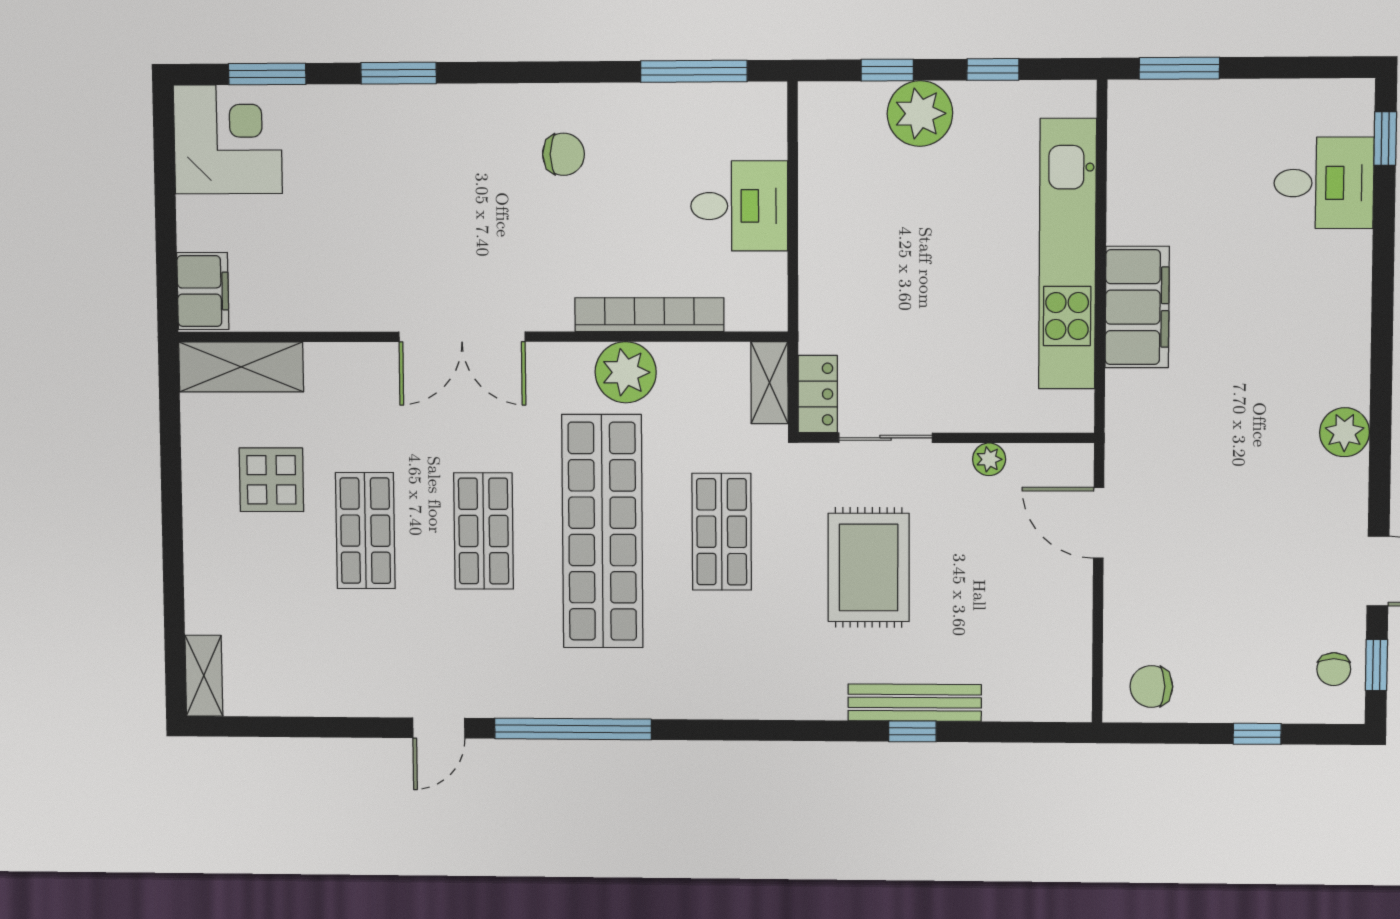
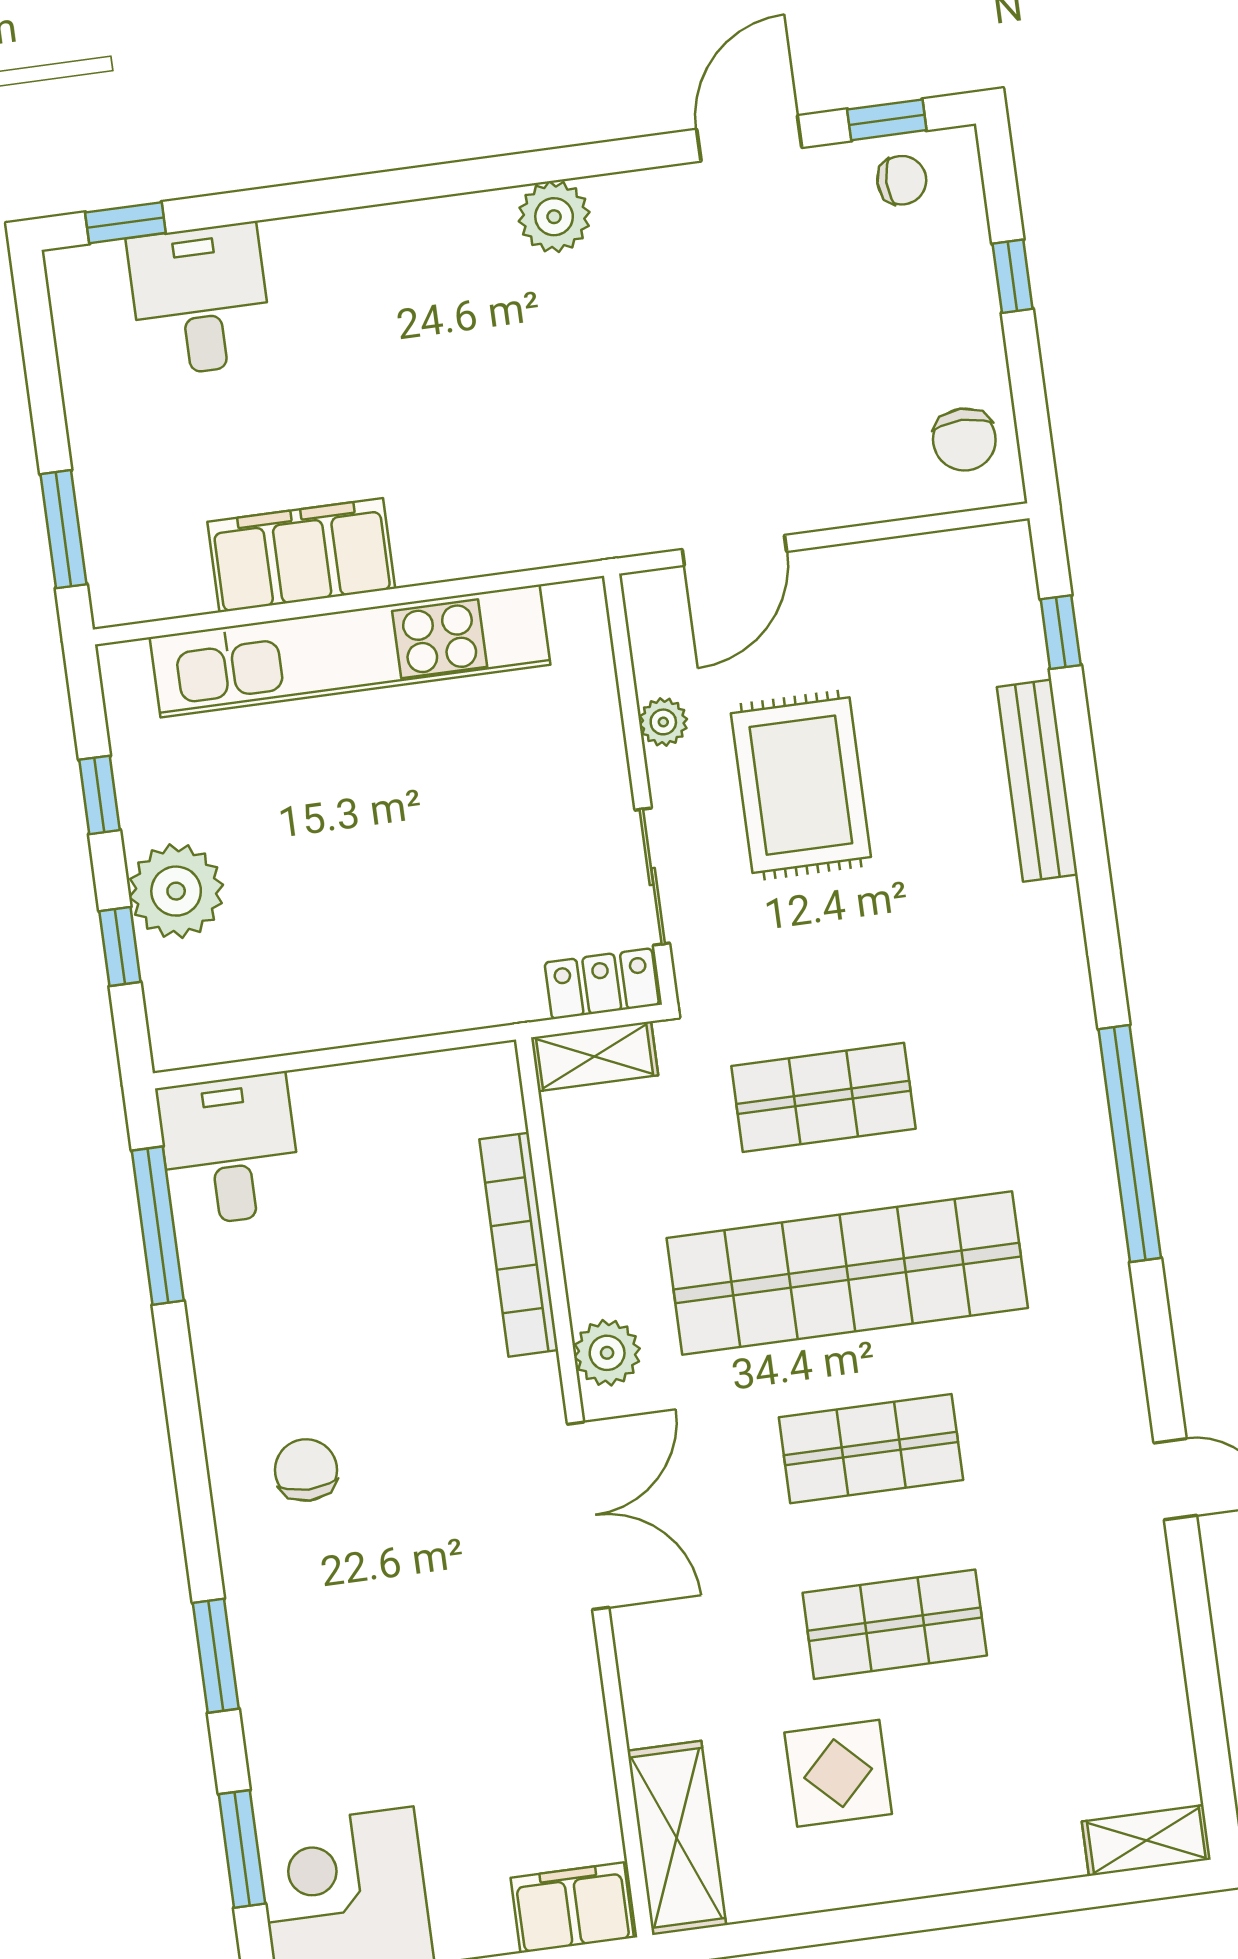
chair: (563, 154) -> (306, 1470), moved
desk: (739, 206) -> (229, 1150), moved
filing cabinet: (1137, 307) -> (301, 555), moved
plant: (626, 372) -> (607, 1353), moved, width x0.73, depth x0.73
rug: (869, 567) -> (801, 785), moved, turned 90
window: (573, 729) -> (1130, 1144), moved
window: (912, 731) -> (1061, 632), moved

